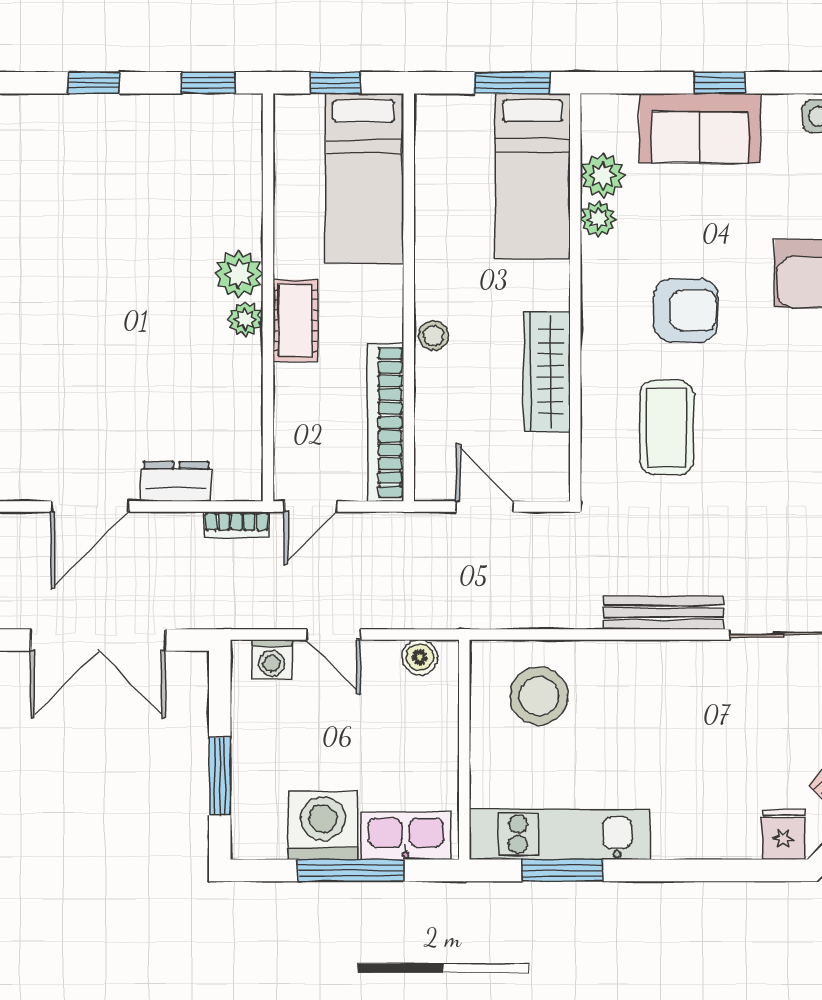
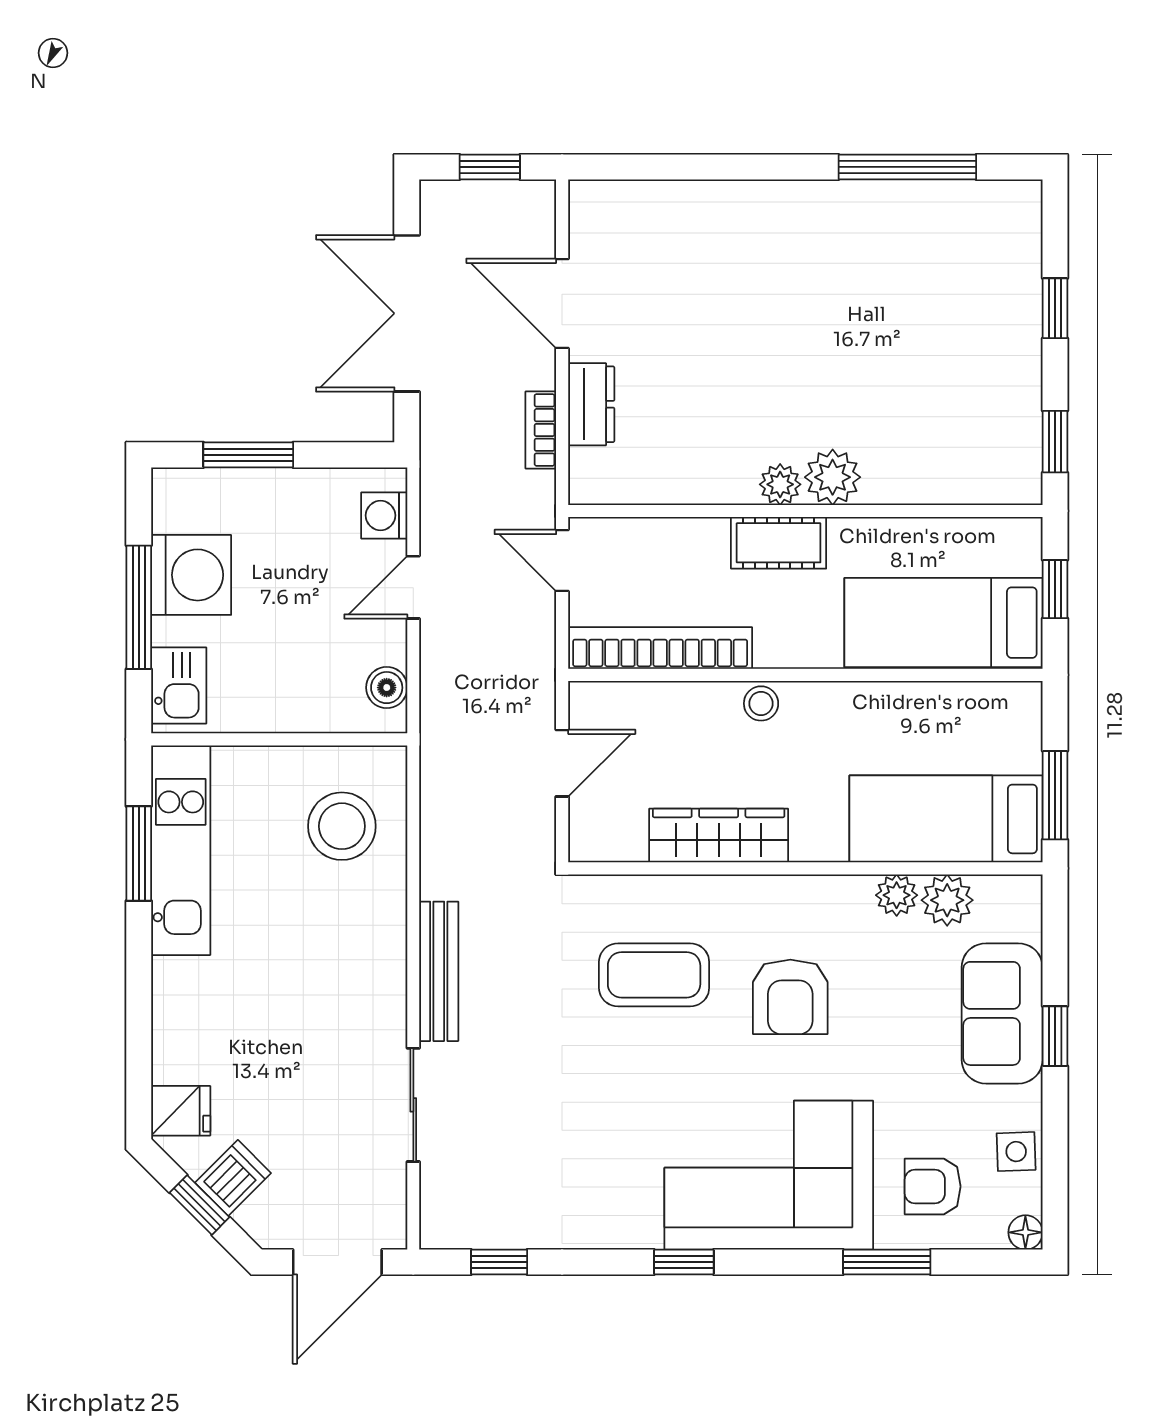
bookcase: (237, 525) -> (541, 430), moved
kitchen sink: (406, 836) -> (179, 686), width x0.73

